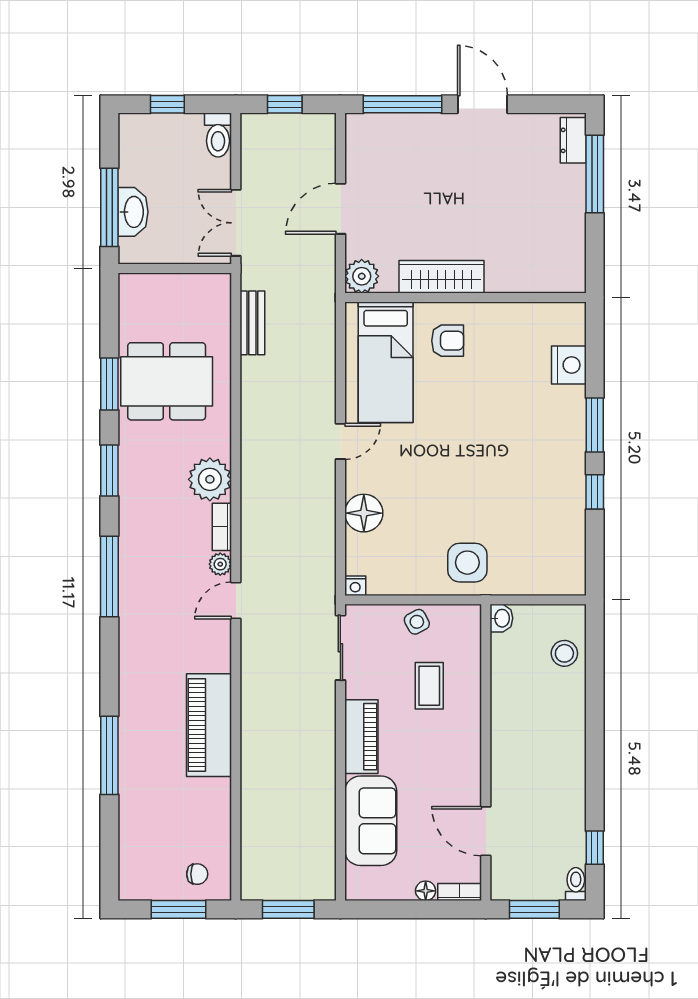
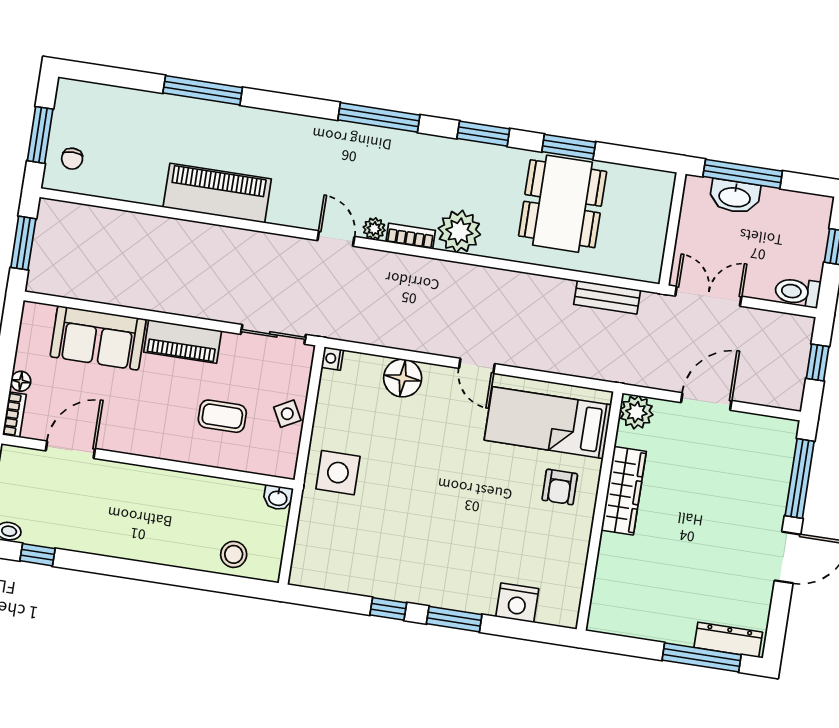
dresser: (573, 140) -> (728, 640), width x1.44
door: (340, 209) -> (706, 401), hinge flipped

